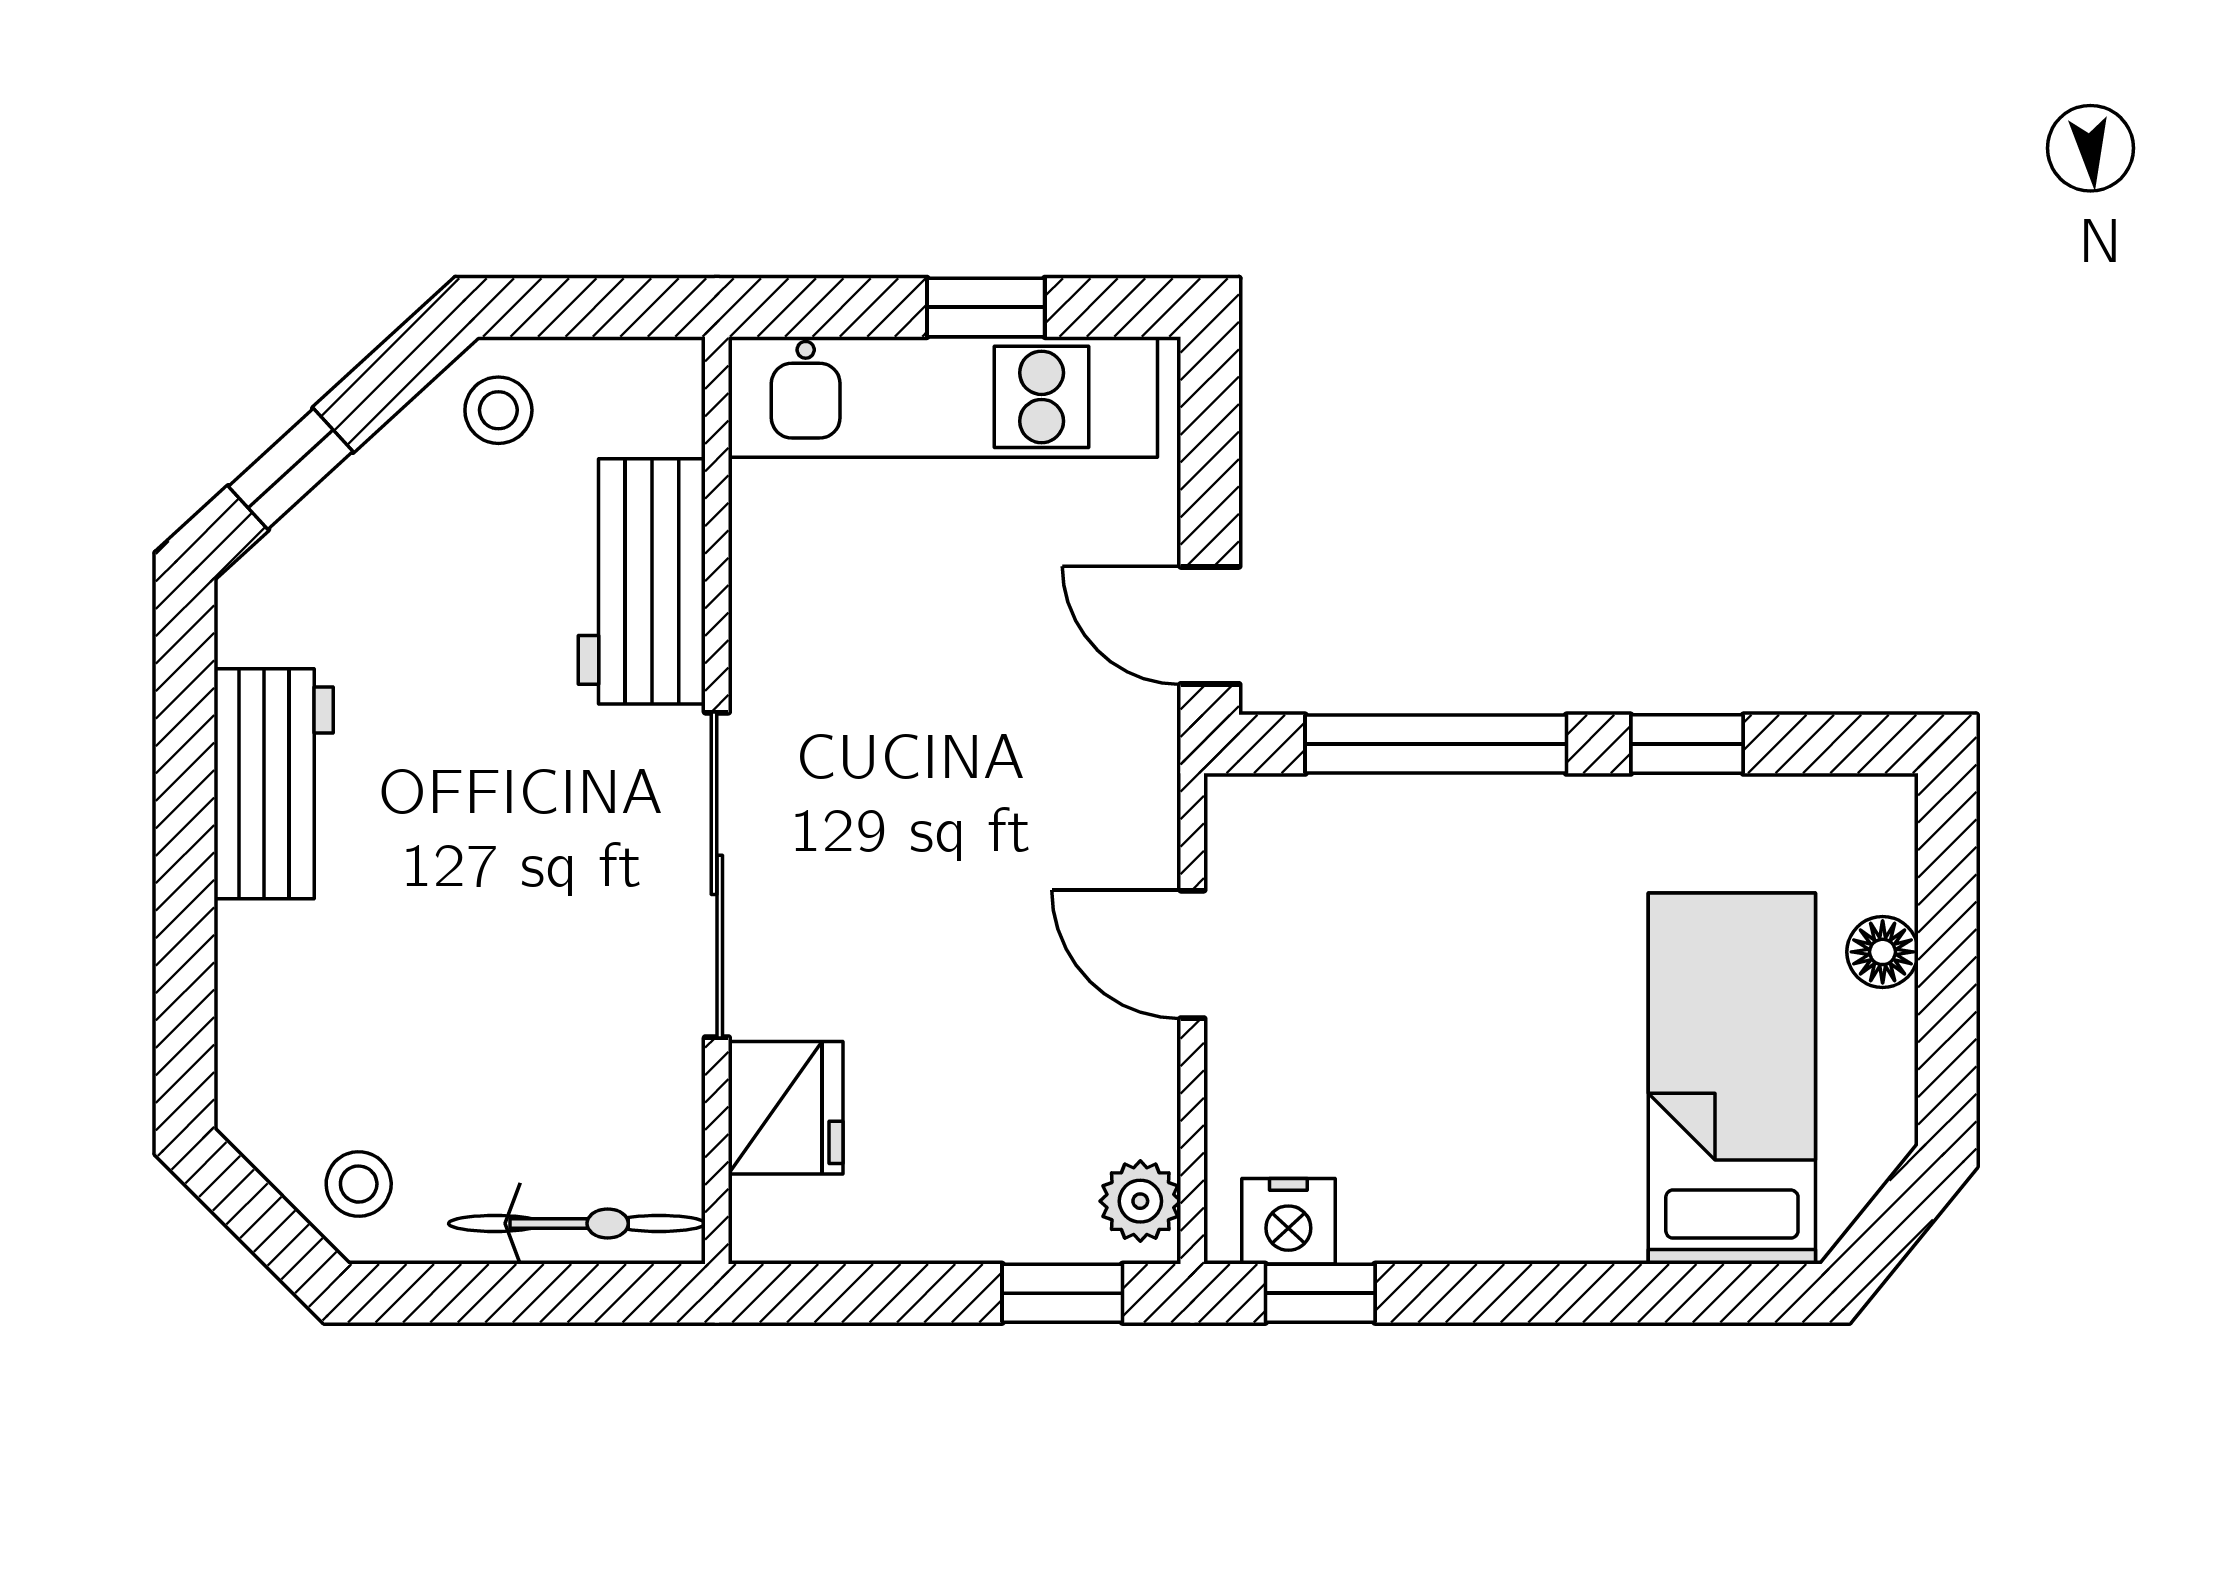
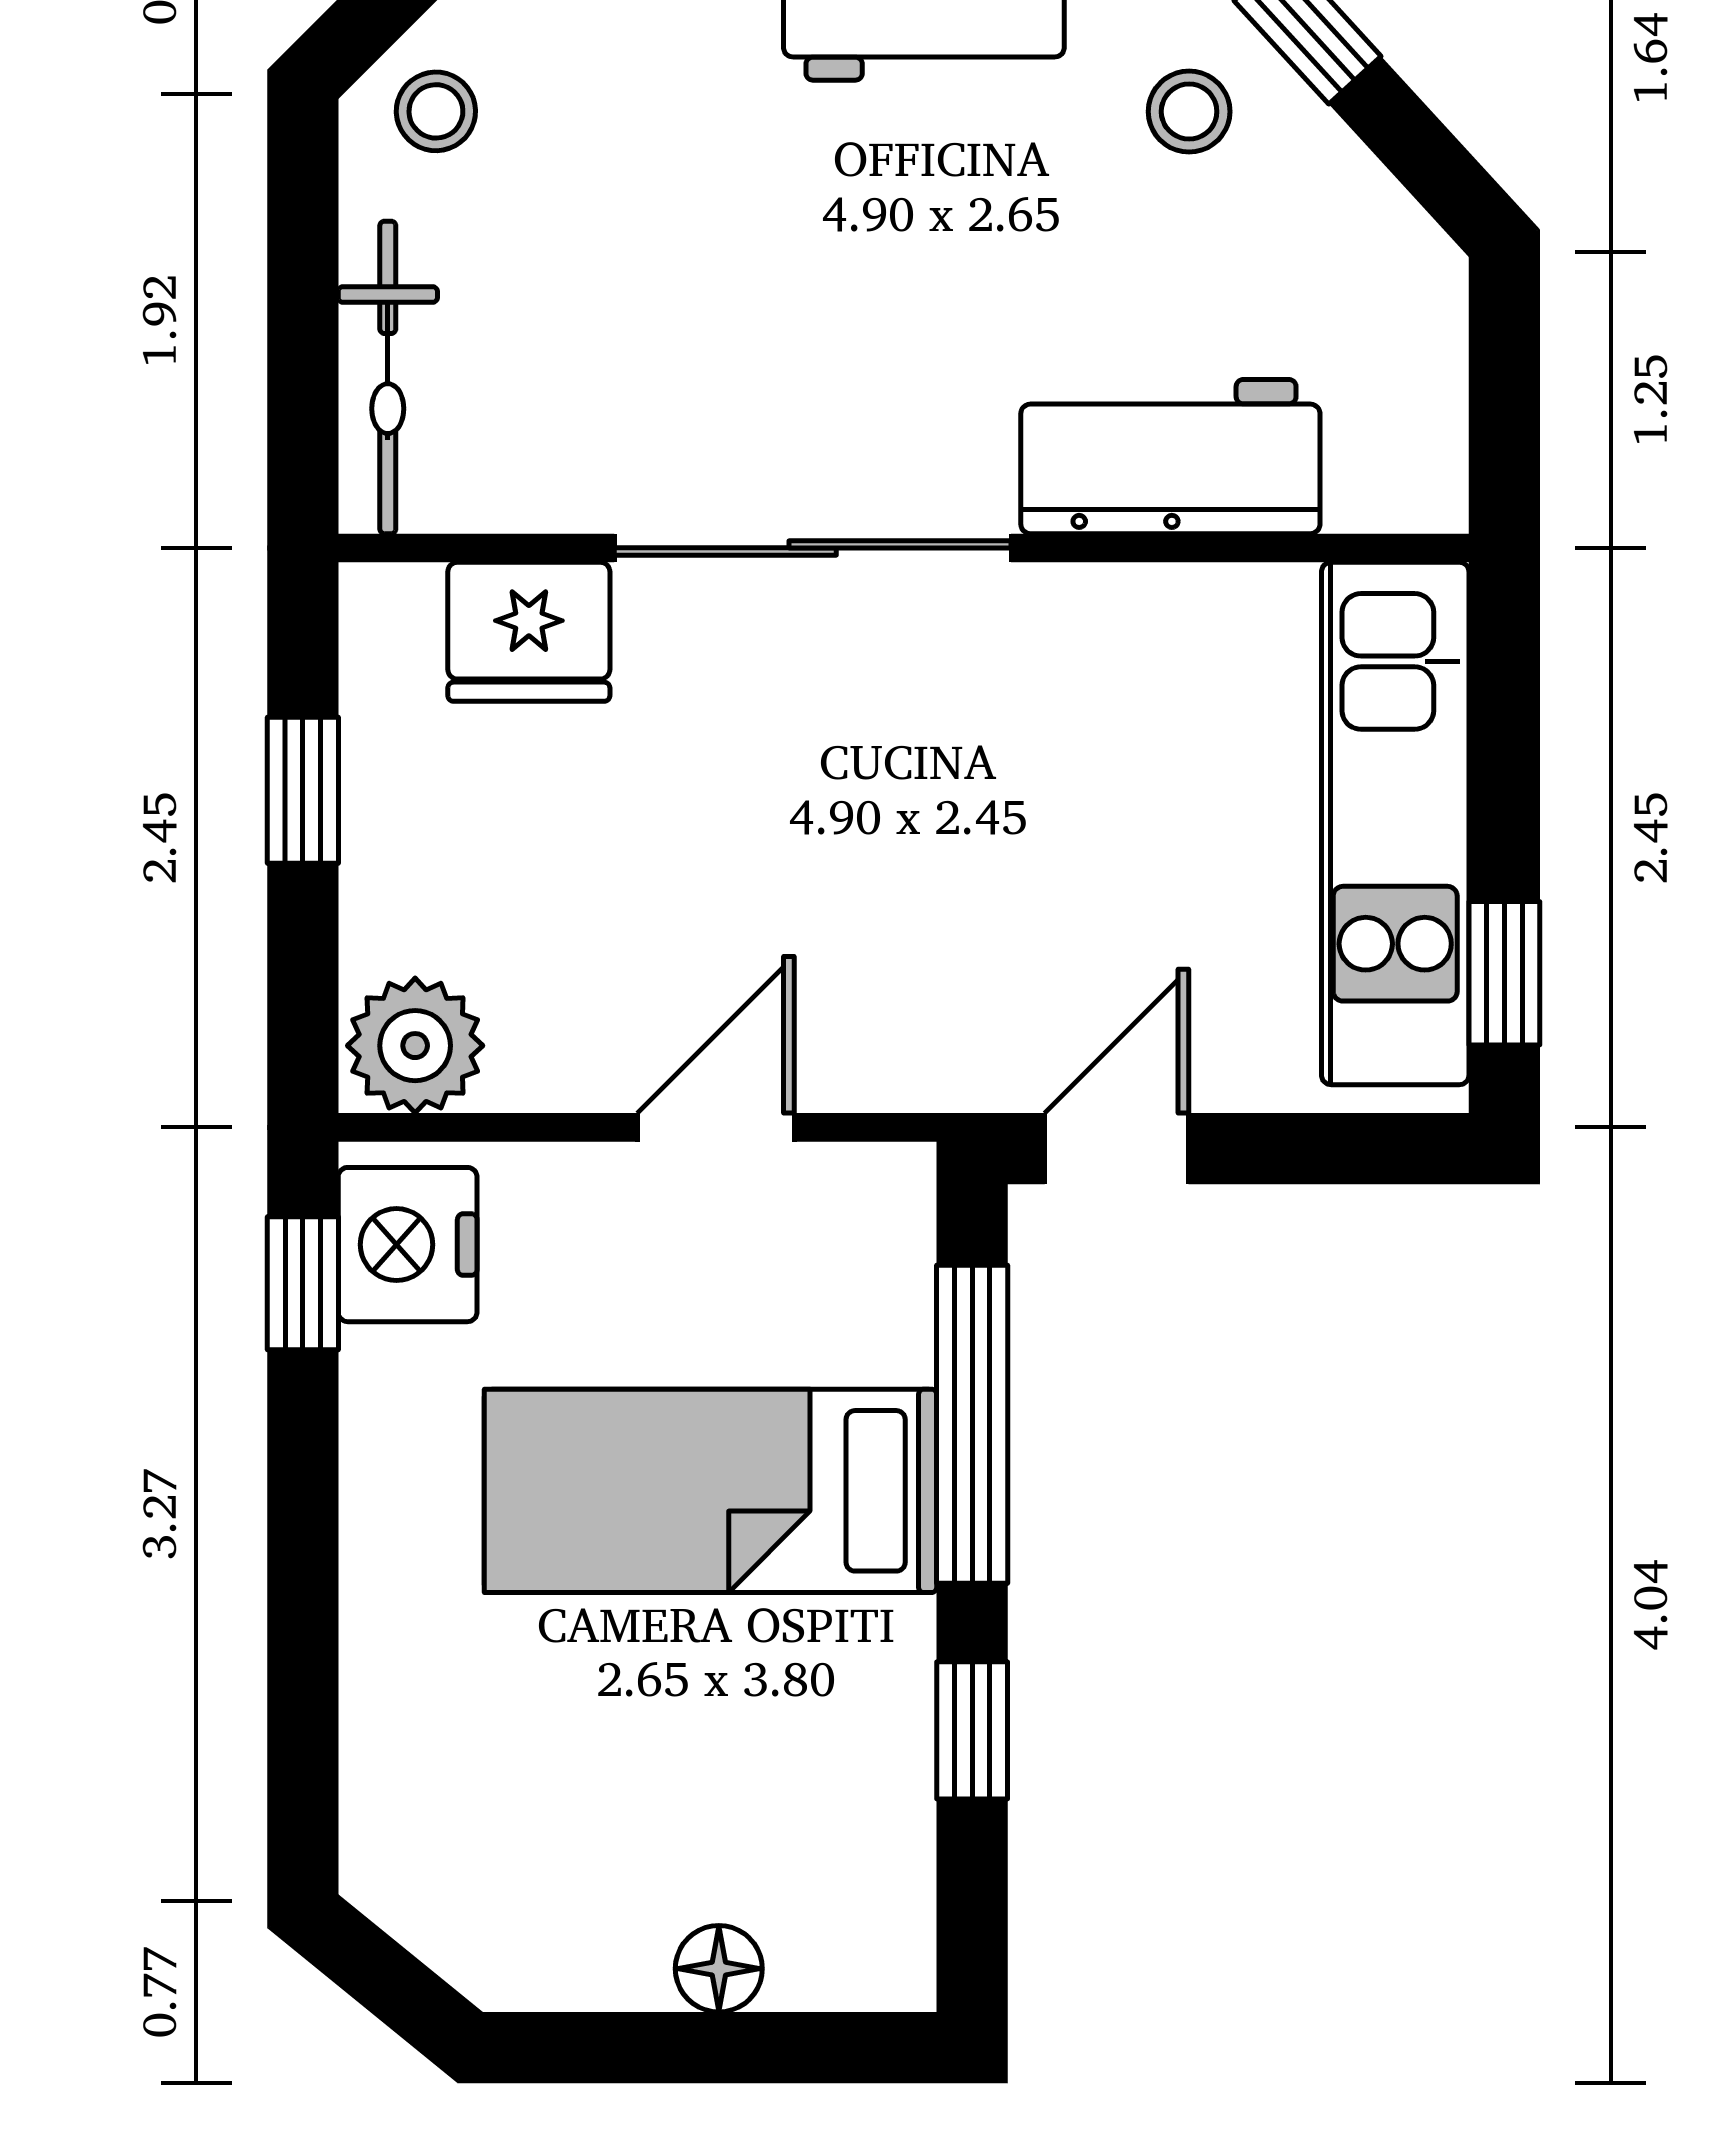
window: (986, 307) -> (1504, 973), moved
stool: (498, 410) -> (1189, 112), moved
bed: (1732, 1079) -> (710, 1491), moved, turned 180
plant: (1140, 1201) -> (415, 1046), width x1.38, depth x1.38
nightstand: (1288, 1221) -> (408, 1245), width x1.36, depth x1.33
window: (1062, 1293) -> (303, 790), moved

